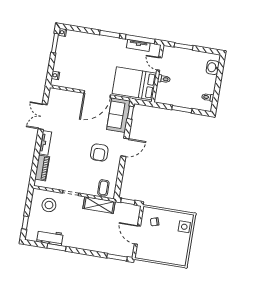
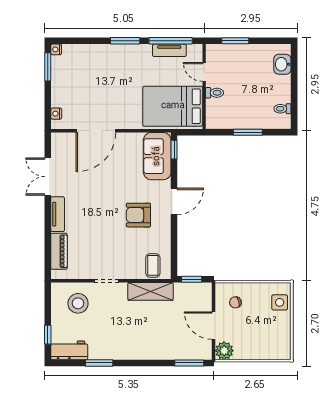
door: (97, 94) -> (96, 131), moved
armchair: (99, 153) -> (138, 215), turned 90
workbench: (50, 238) -> (69, 350), moved
plant: (142, 253) -> (224, 351), added

